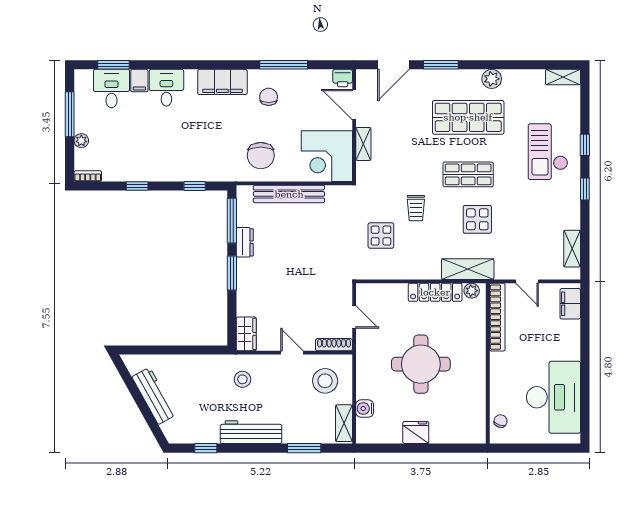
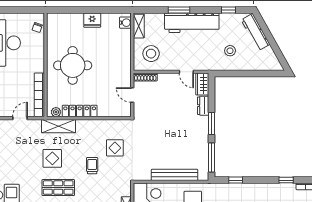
window: (137, 186) -> (286, 180), moved
dresser: (245, 242) -> (203, 106), moved
door: (527, 281) -> (20, 118), hinge flipped
door: (292, 353) -> (186, 72), moved
round table: (421, 364) -> (73, 65), moved
stool: (242, 379) -> (230, 51), moved
workbench: (154, 396) -> (255, 32), moved
water cooler: (365, 409) -> (125, 23), moved
workbench: (251, 432) -> (192, 23), width x1.36, depth x1.32
window: (304, 448) -> (179, 10), moved

